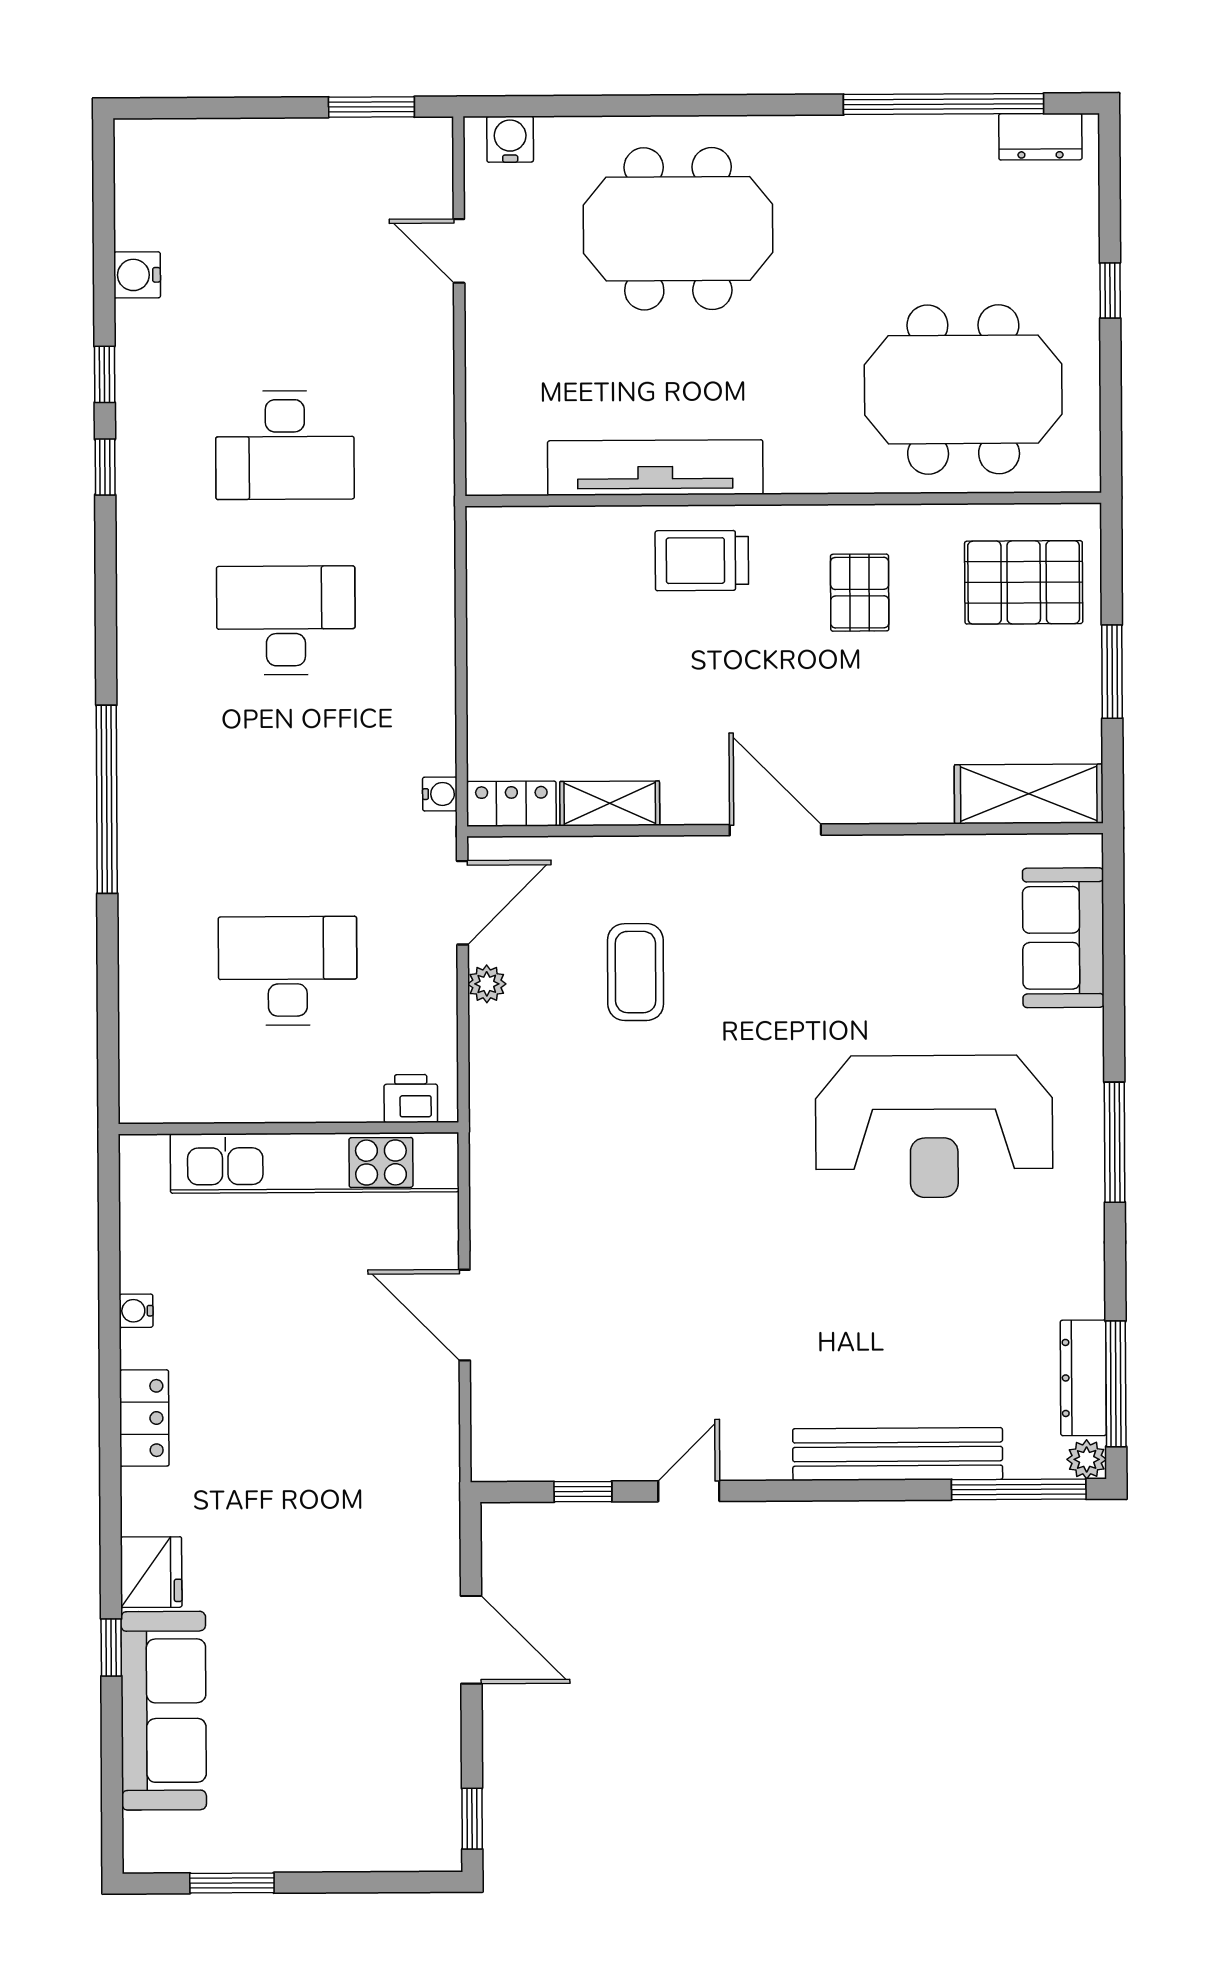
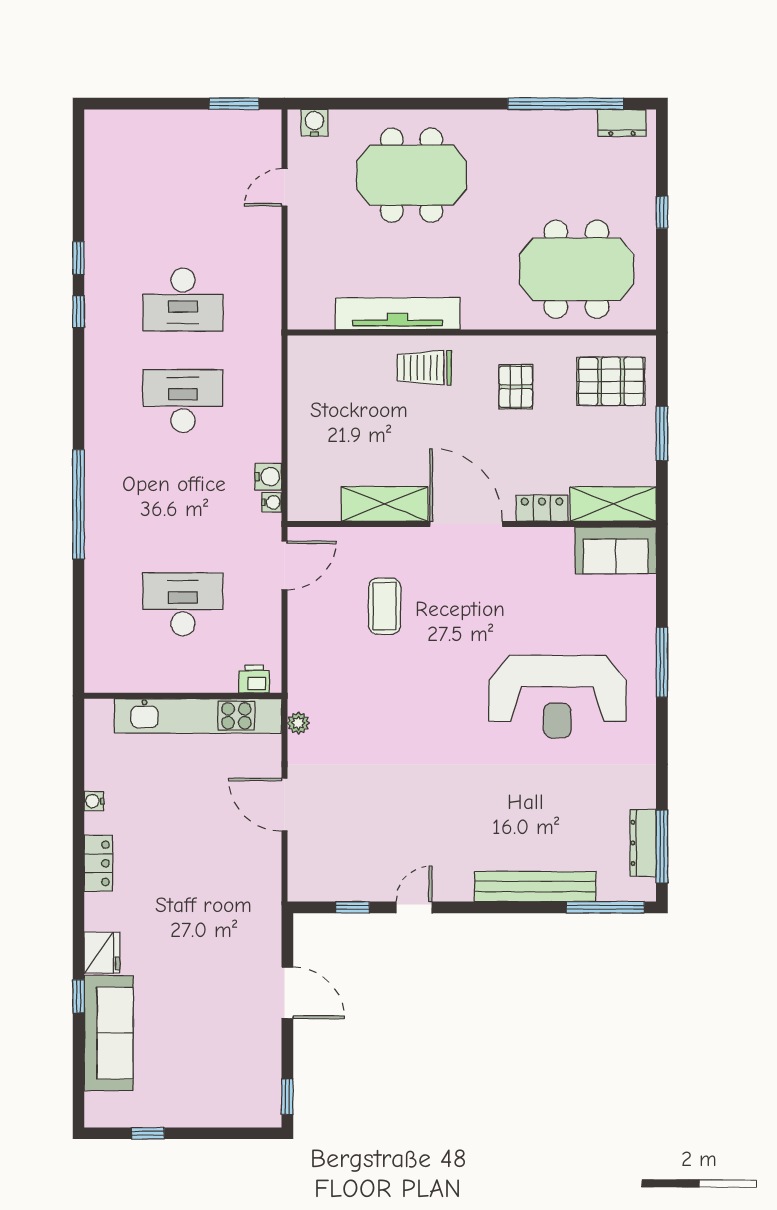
door: (459, 251) -> (284, 187), hinge flipped
water cooler: (137, 275) -> (268, 477), moved, turned 180
shelving: (610, 803) -> (385, 504), width x1.50, depth x1.33
locker: (511, 804) -> (542, 508), moved
door: (775, 830) -> (466, 524), width x1.36
sofa: (1063, 938) -> (616, 550), moved, turned -90
plant: (487, 984) -> (298, 723), moved
window: (1115, 1142) -> (662, 662), moved
plant: (1087, 1459) -> (645, 890), removed
window: (232, 1883) -> (148, 1133), width x0.67

